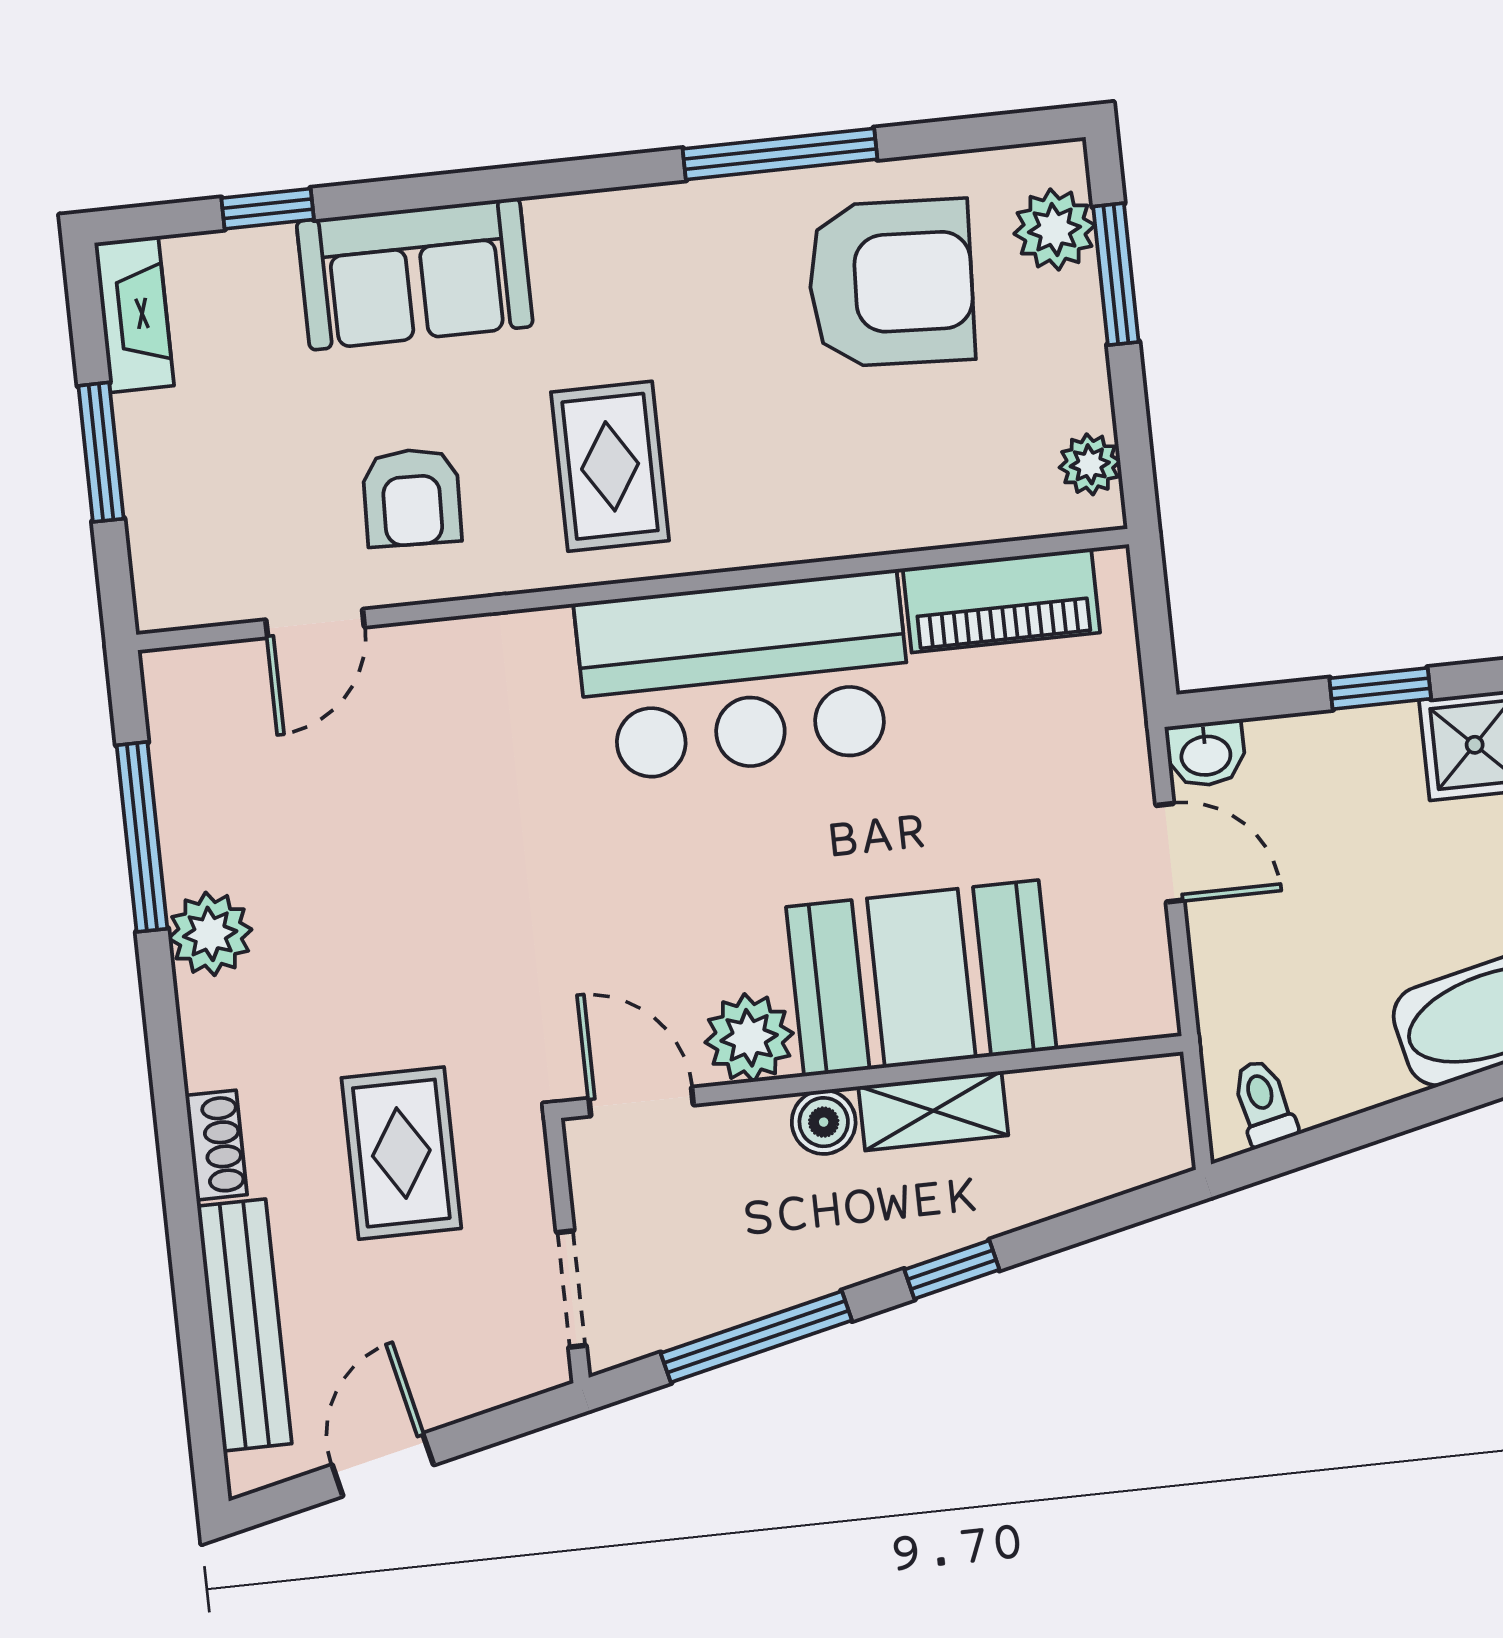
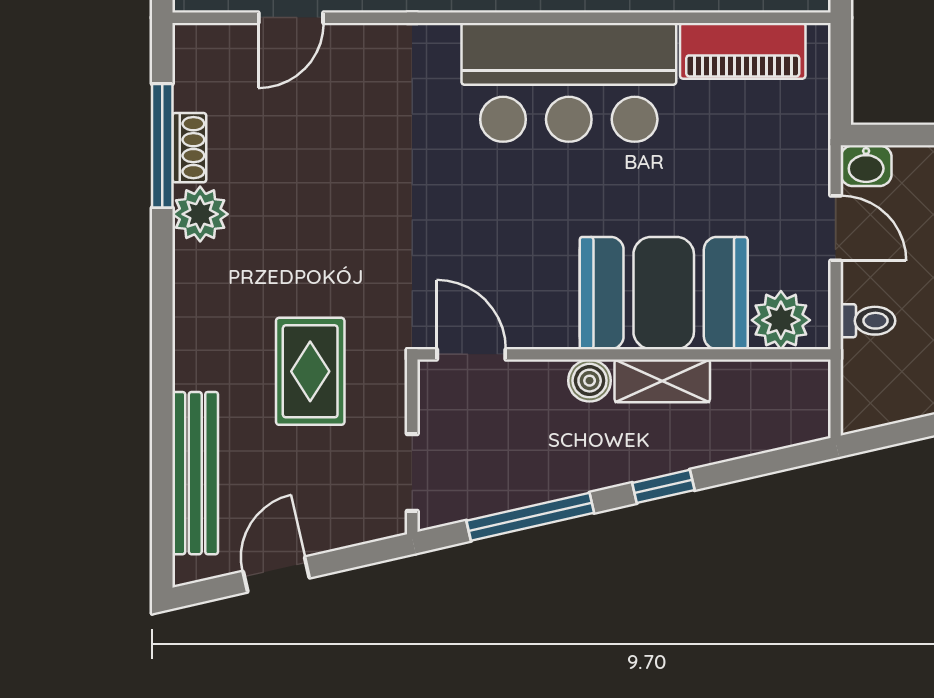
plant: (749, 1038) -> (781, 320), moved
toilet: (1264, 1103) -> (868, 321), moved, turned 103
shoe rack: (216, 1145) -> (189, 148), moved

